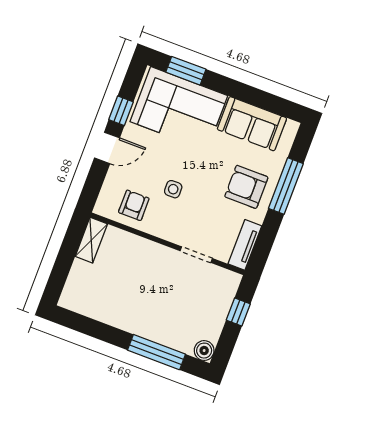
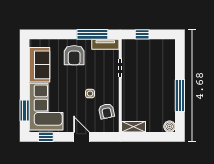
window: (121, 111) -> (46, 137), moved
window: (286, 186) -> (92, 34), moved
armchair: (134, 205) -> (107, 111), turned -102
boiler: (204, 351) -> (170, 127), moved
window: (156, 352) -> (180, 96), moved

